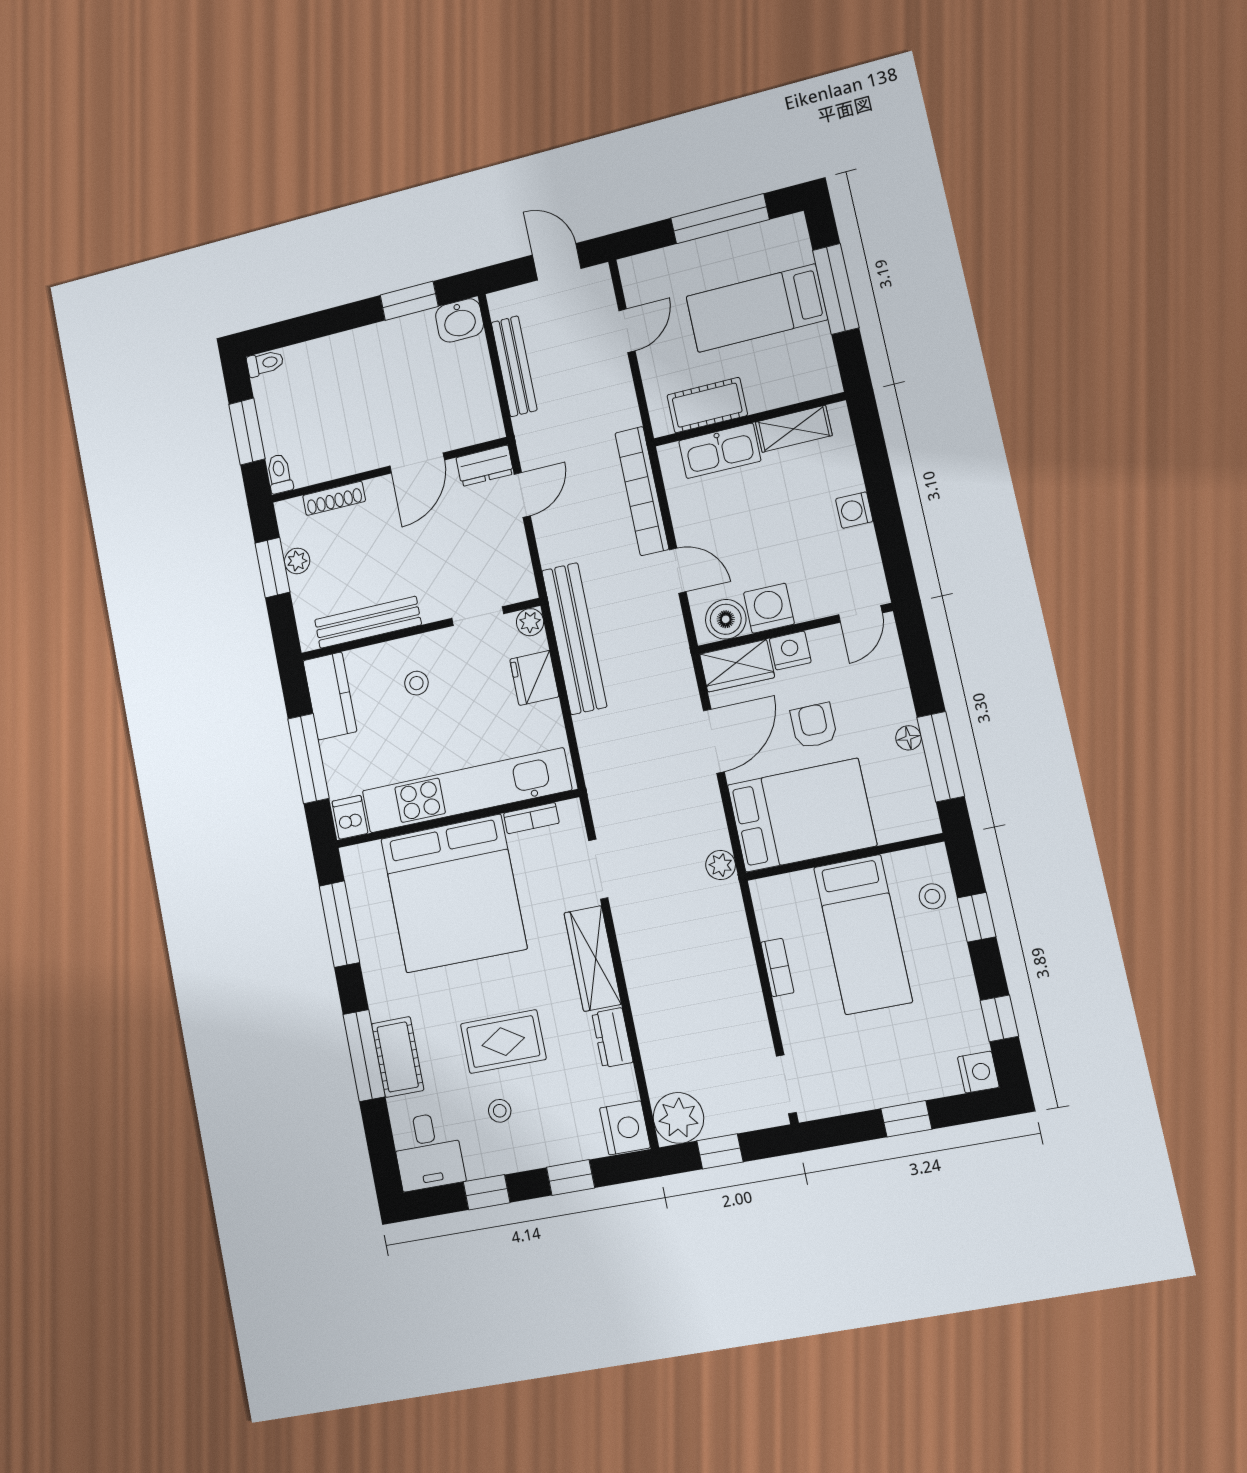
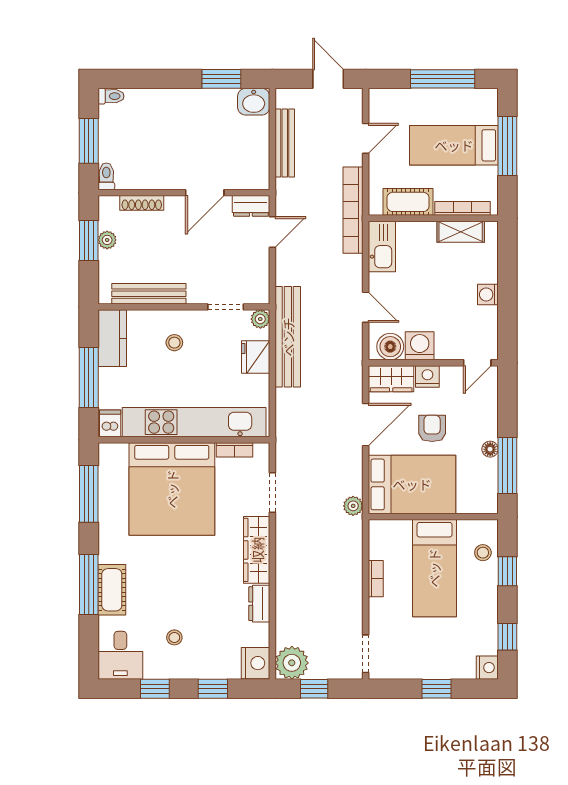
bookcase: (789, 395) -> (462, 208), added
kitchen sink: (720, 451) -> (382, 246), moved, turned -90
bookcase: (642, 491) -> (353, 210), moved
rug: (503, 1042) -> (186, 593), removed

